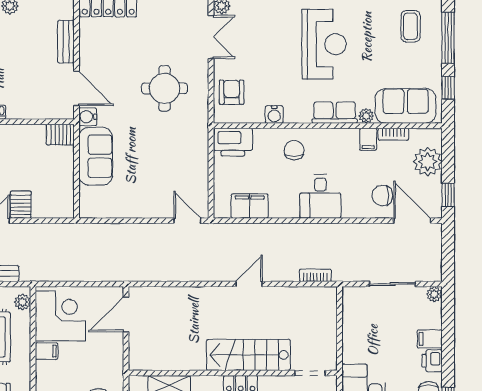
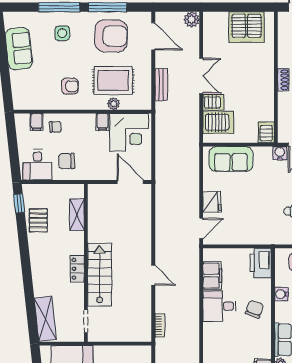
chair: (294, 150) -> (254, 309), turned -71
sofa: (96, 156) -> (231, 159), moved
desk: (320, 196) -> (219, 306), moved
server rack: (47, 198) -> (218, 122), added
fridge: (152, 207) -> (212, 202), added
plant: (22, 302) -> (113, 104), moved

